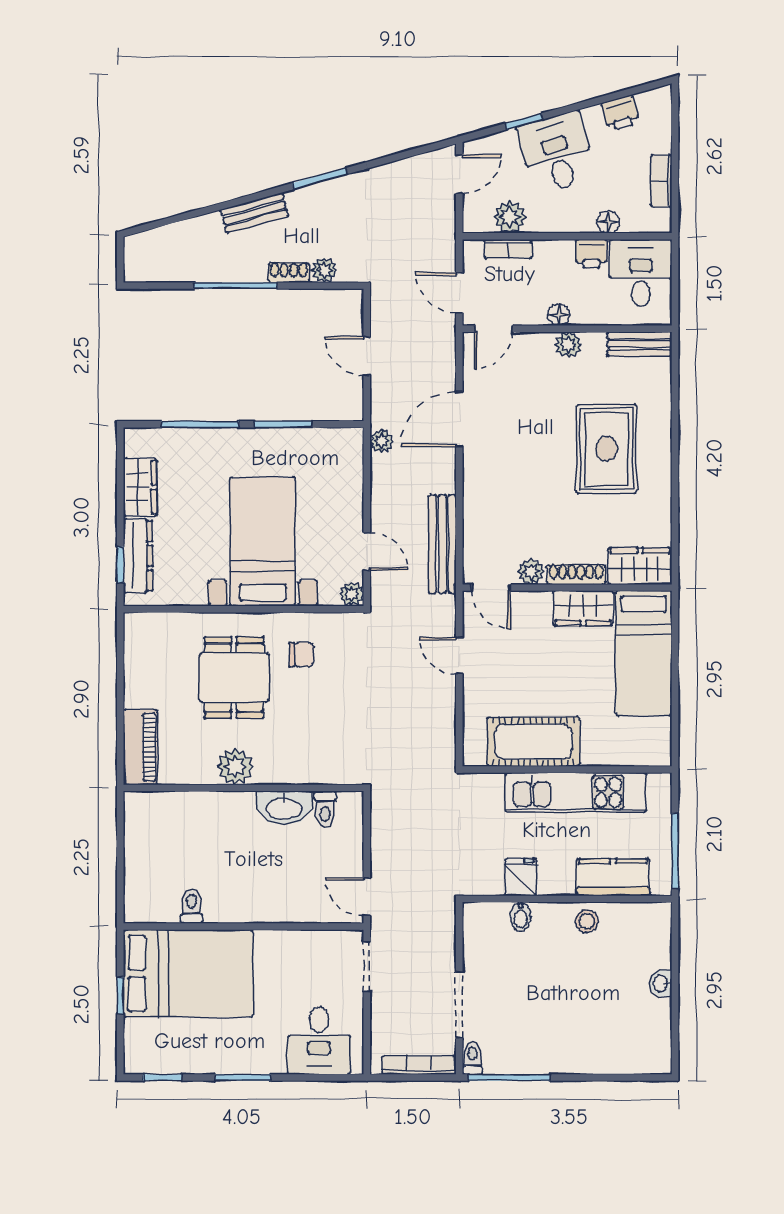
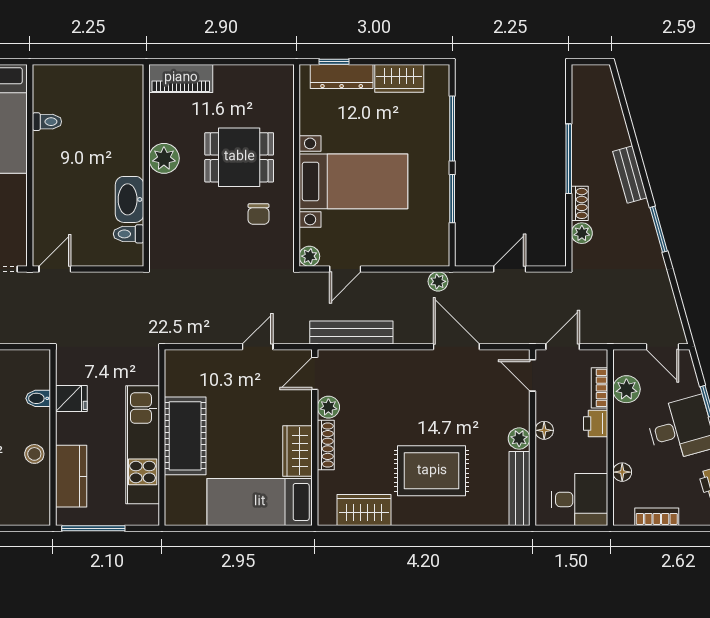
printer: (591, 254) -> (596, 424), moved
bench: (640, 344) -> (519, 488), width x1.36
wardrobe: (640, 566) -> (364, 510), moved, turned -90
cot: (533, 742) -> (185, 436), moved

